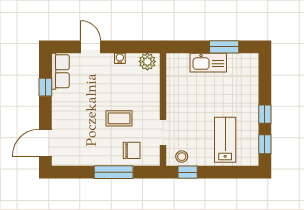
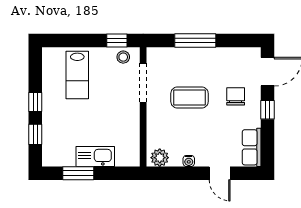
window: (45, 87) -> (267, 110), moved
coffee table: (119, 118) -> (190, 97), width x1.36, depth x1.30
doorway: (163, 132) -> (143, 83), width x1.38
window: (265, 144) -> (35, 134), moved
chair: (132, 150) -> (236, 96), moved, turned 90

